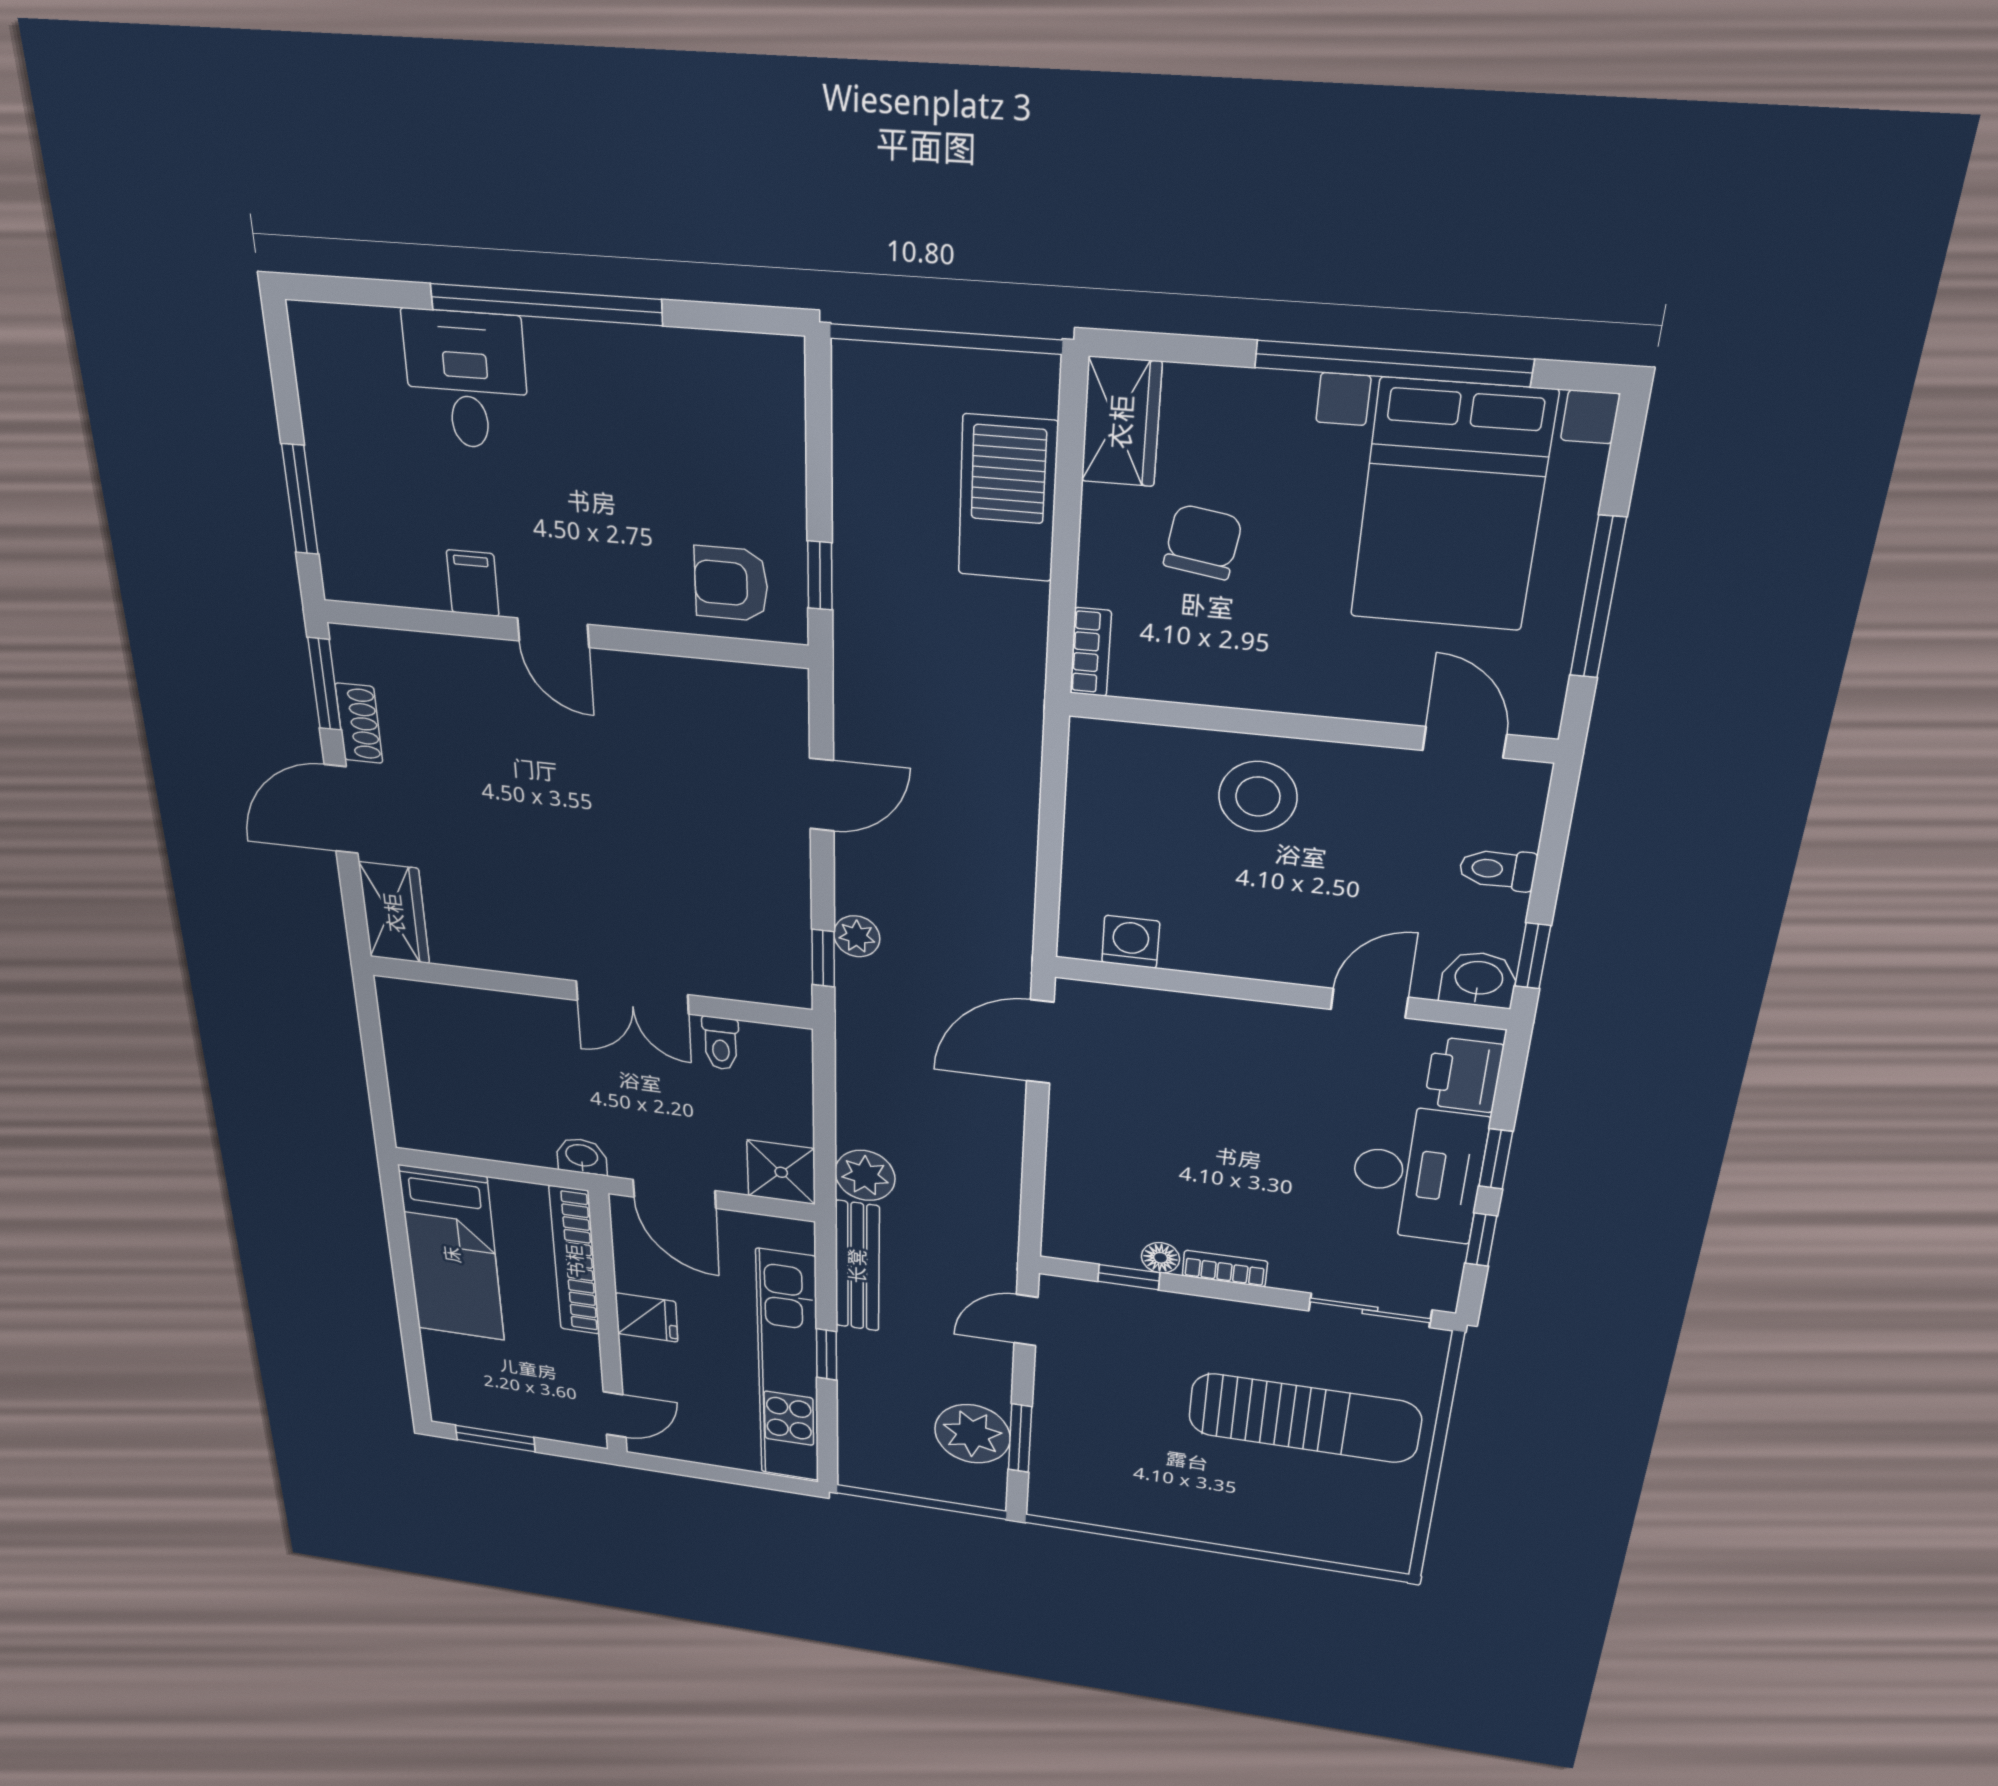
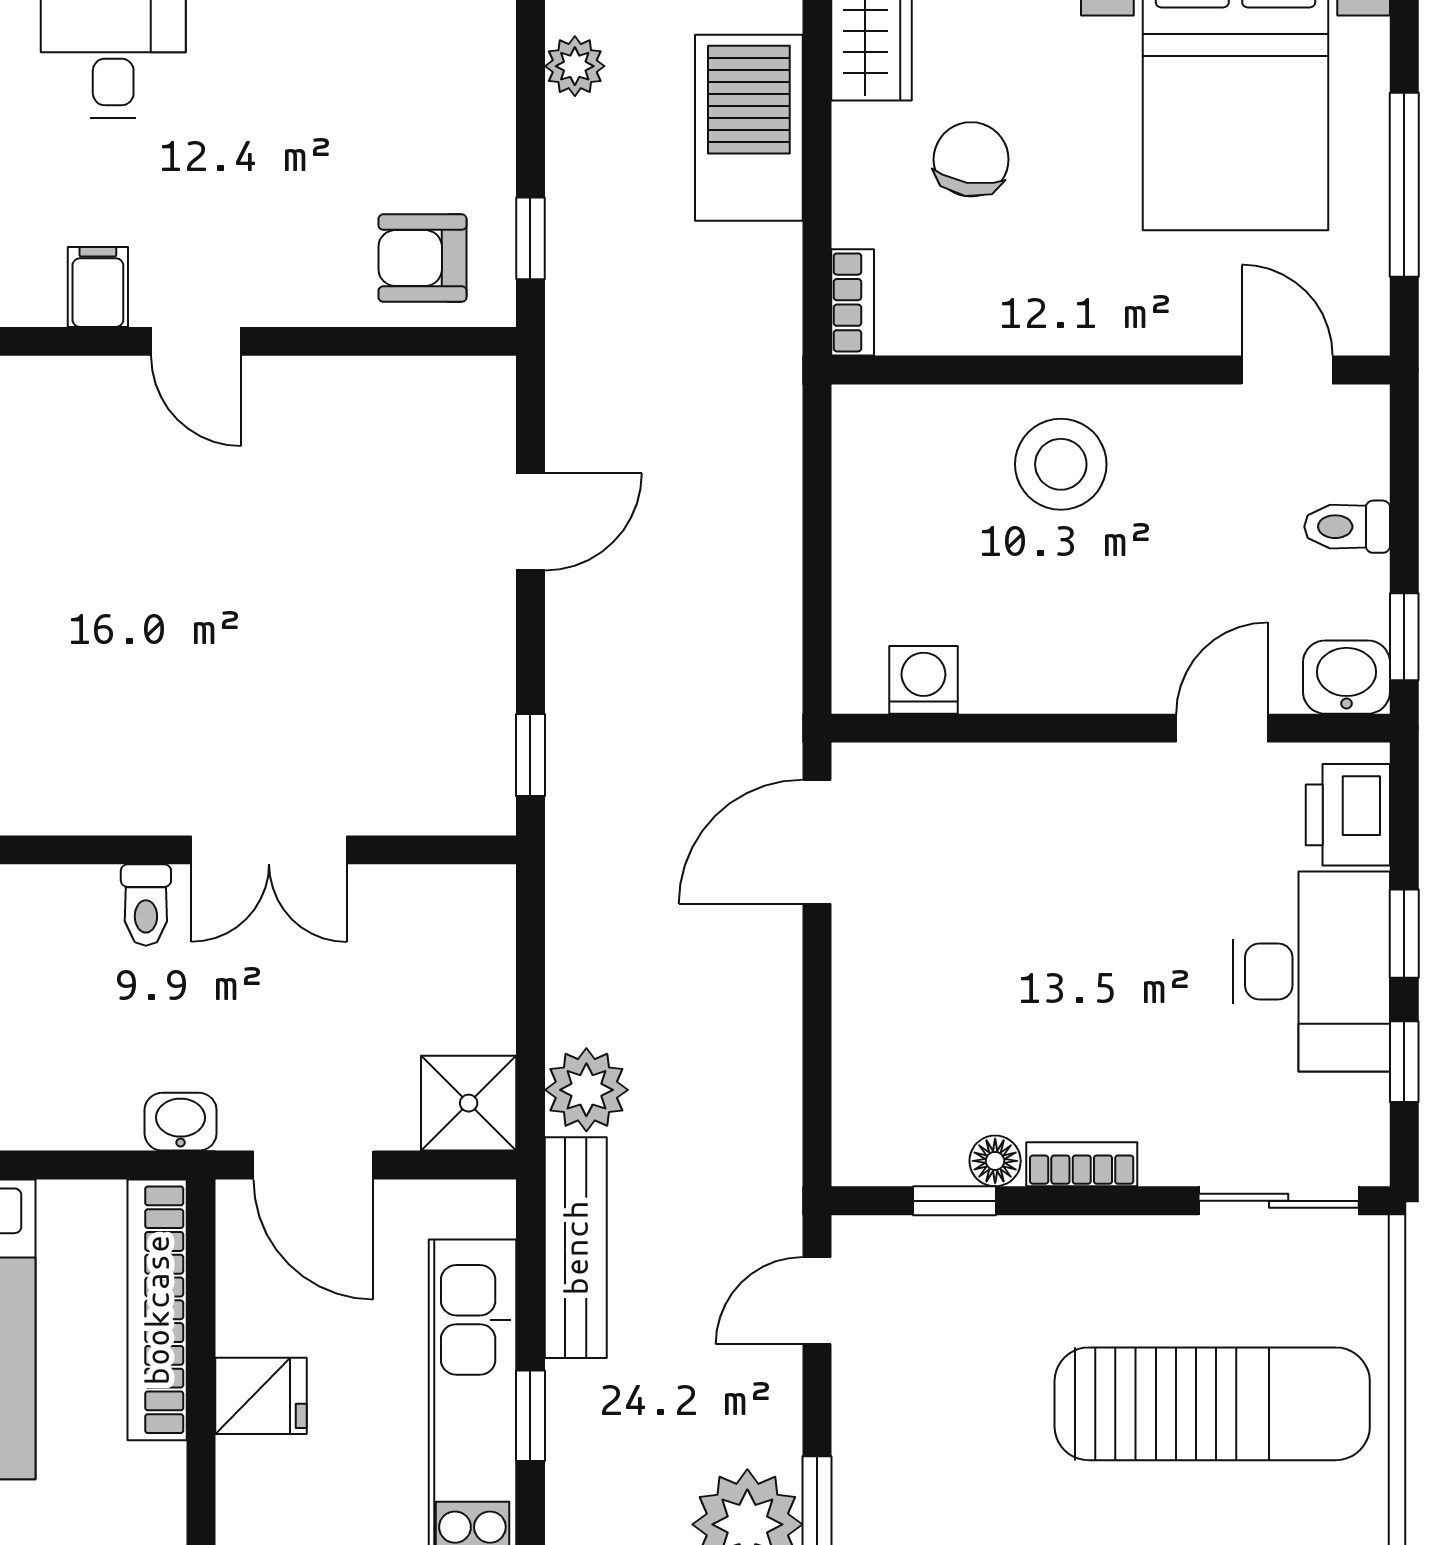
plant: (857, 936) -> (575, 66), moved
toilet: (721, 1043) -> (146, 905), moved

